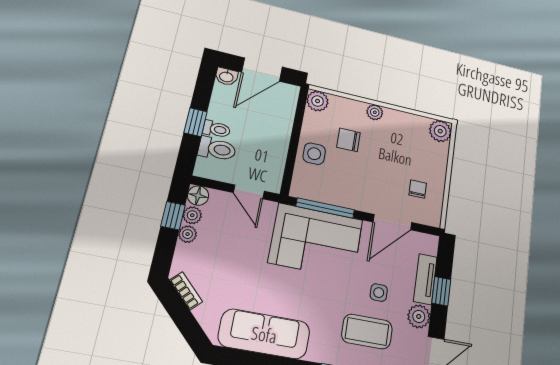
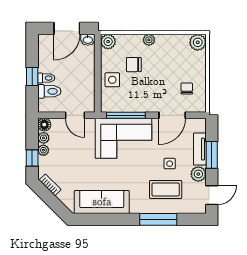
washbasin: (226, 77) -> (88, 40), moved
window: (173, 216) -> (32, 158), moved
window: (441, 291) -> (212, 155), width x1.50

